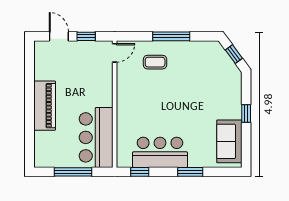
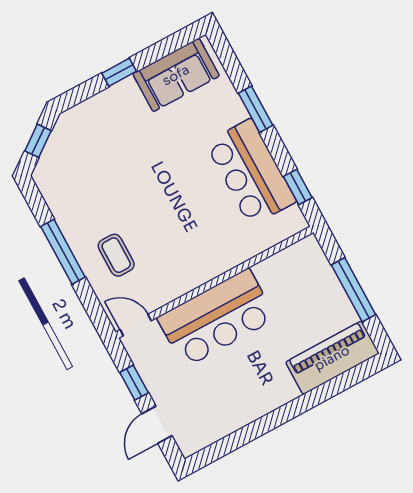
piano: (45, 106) -> (332, 358), moved
bar counter: (96, 137) -> (216, 318), moved

